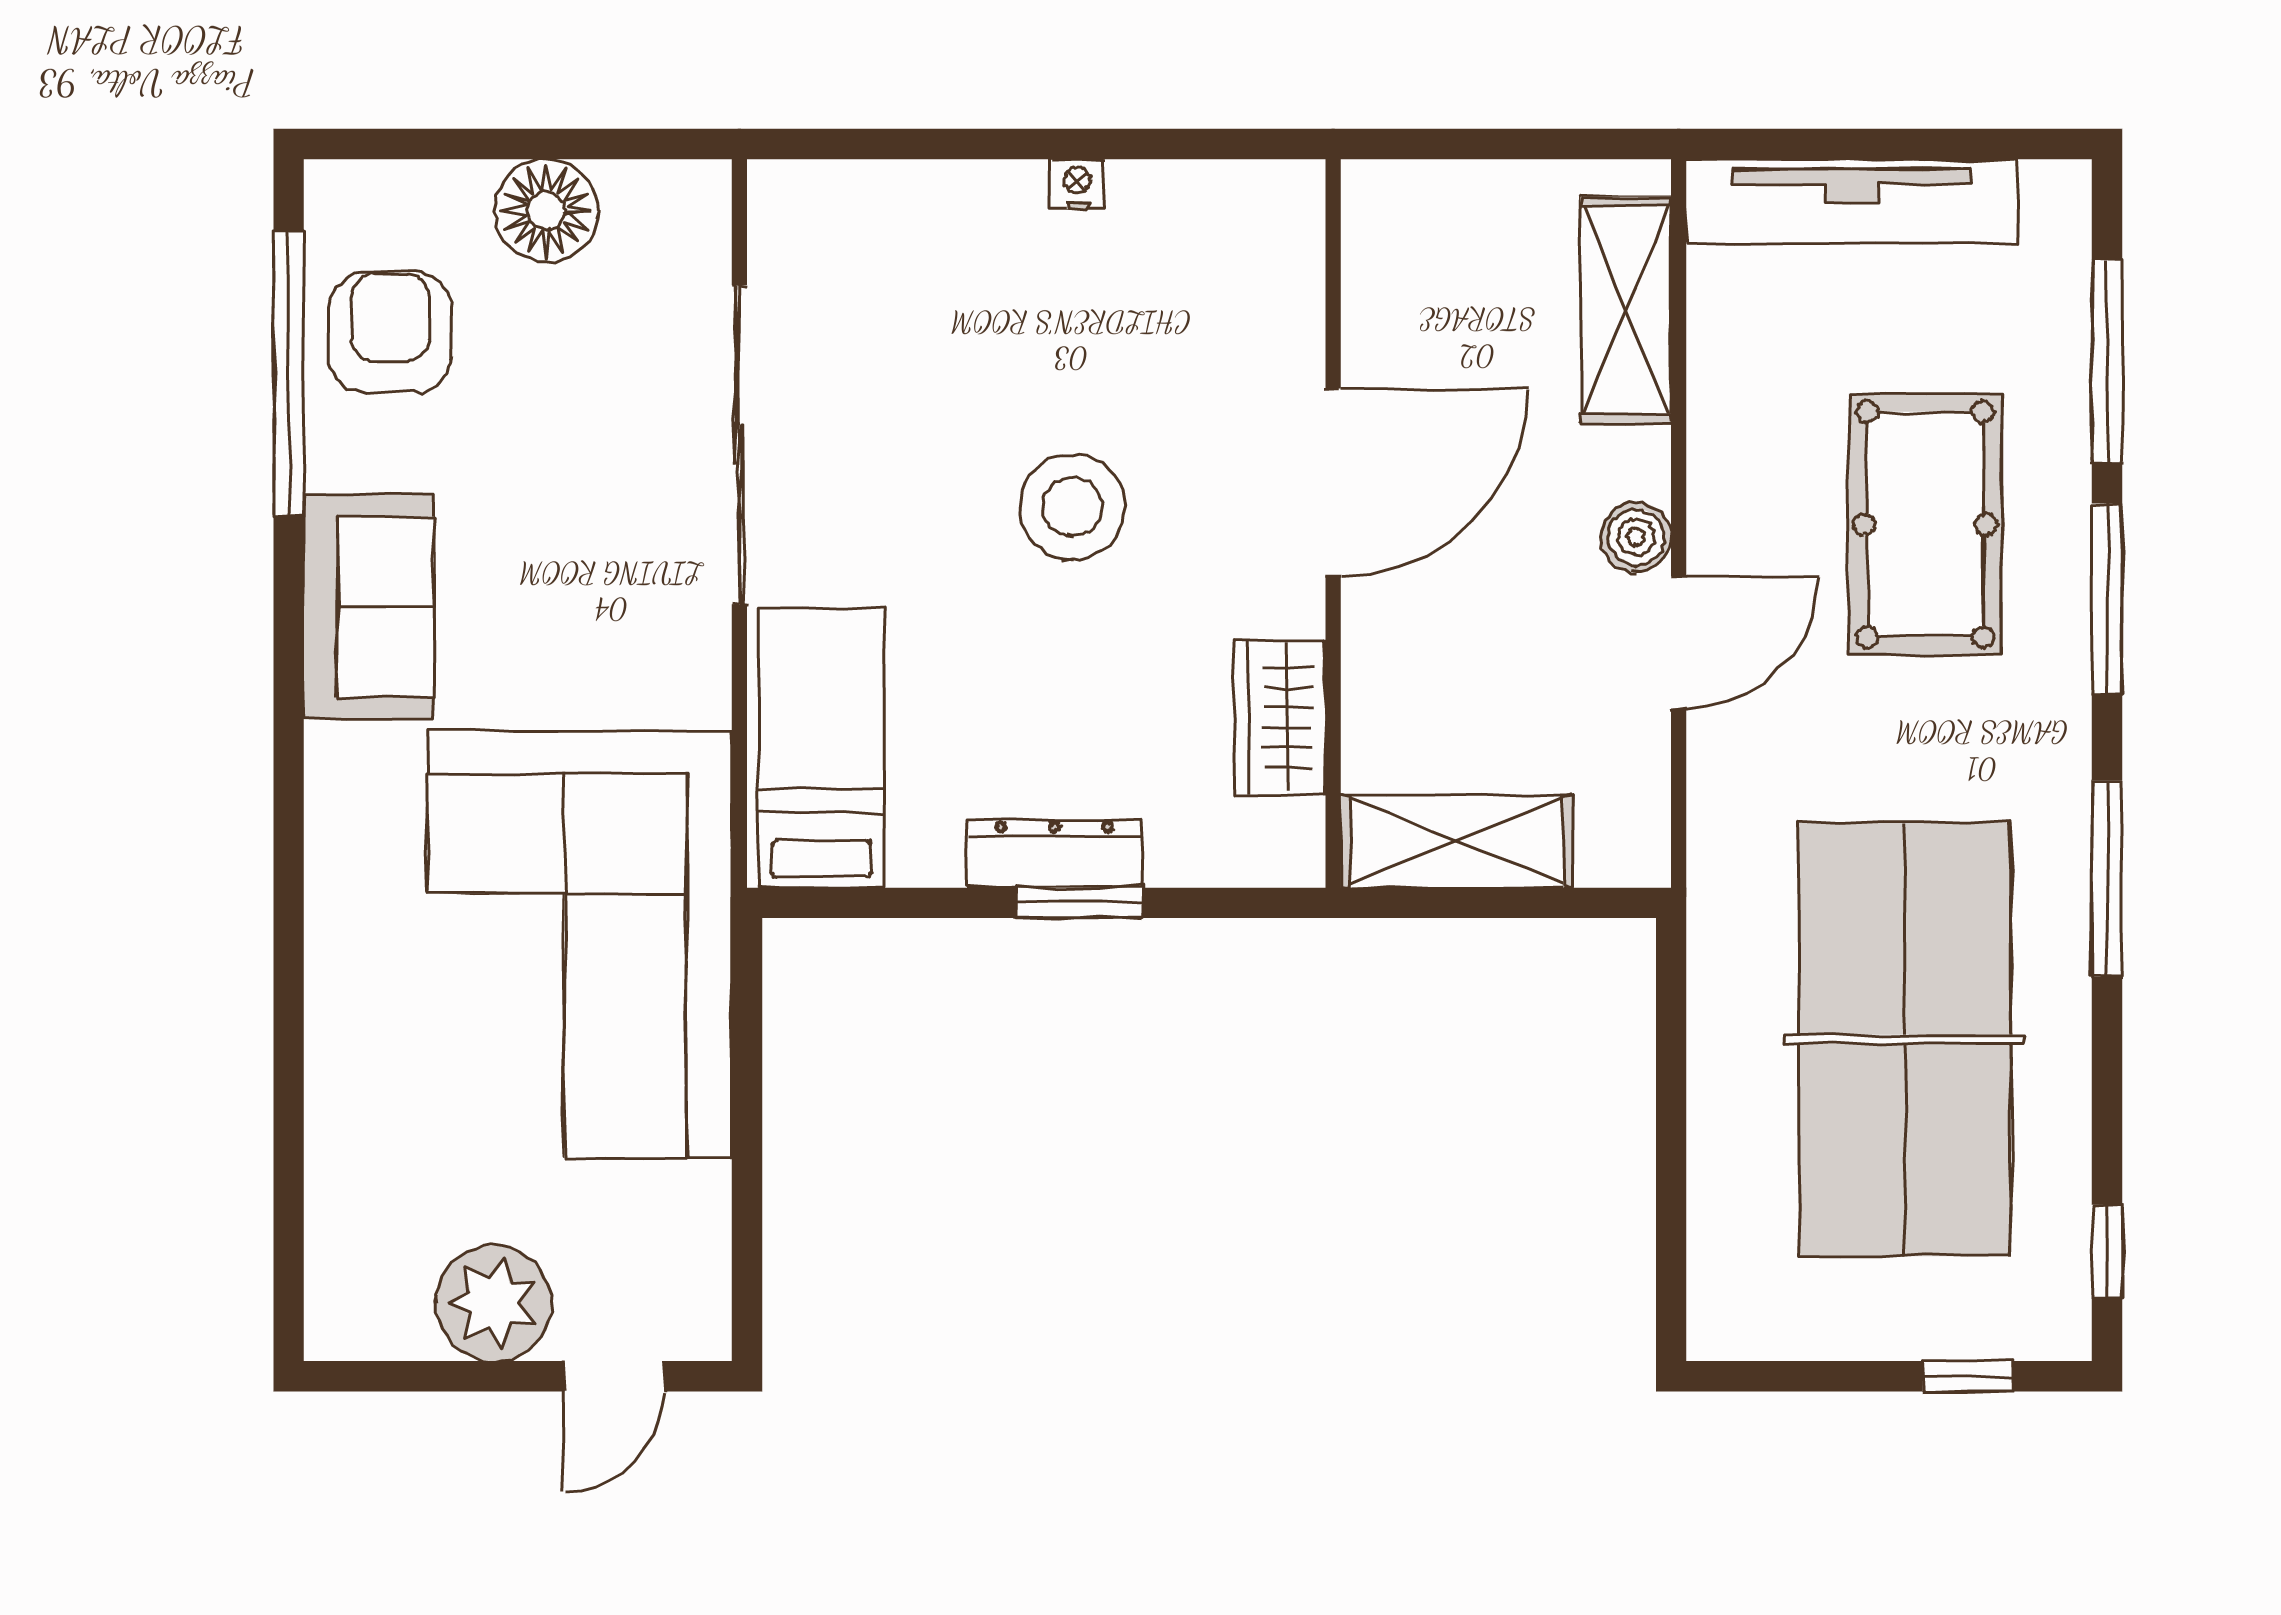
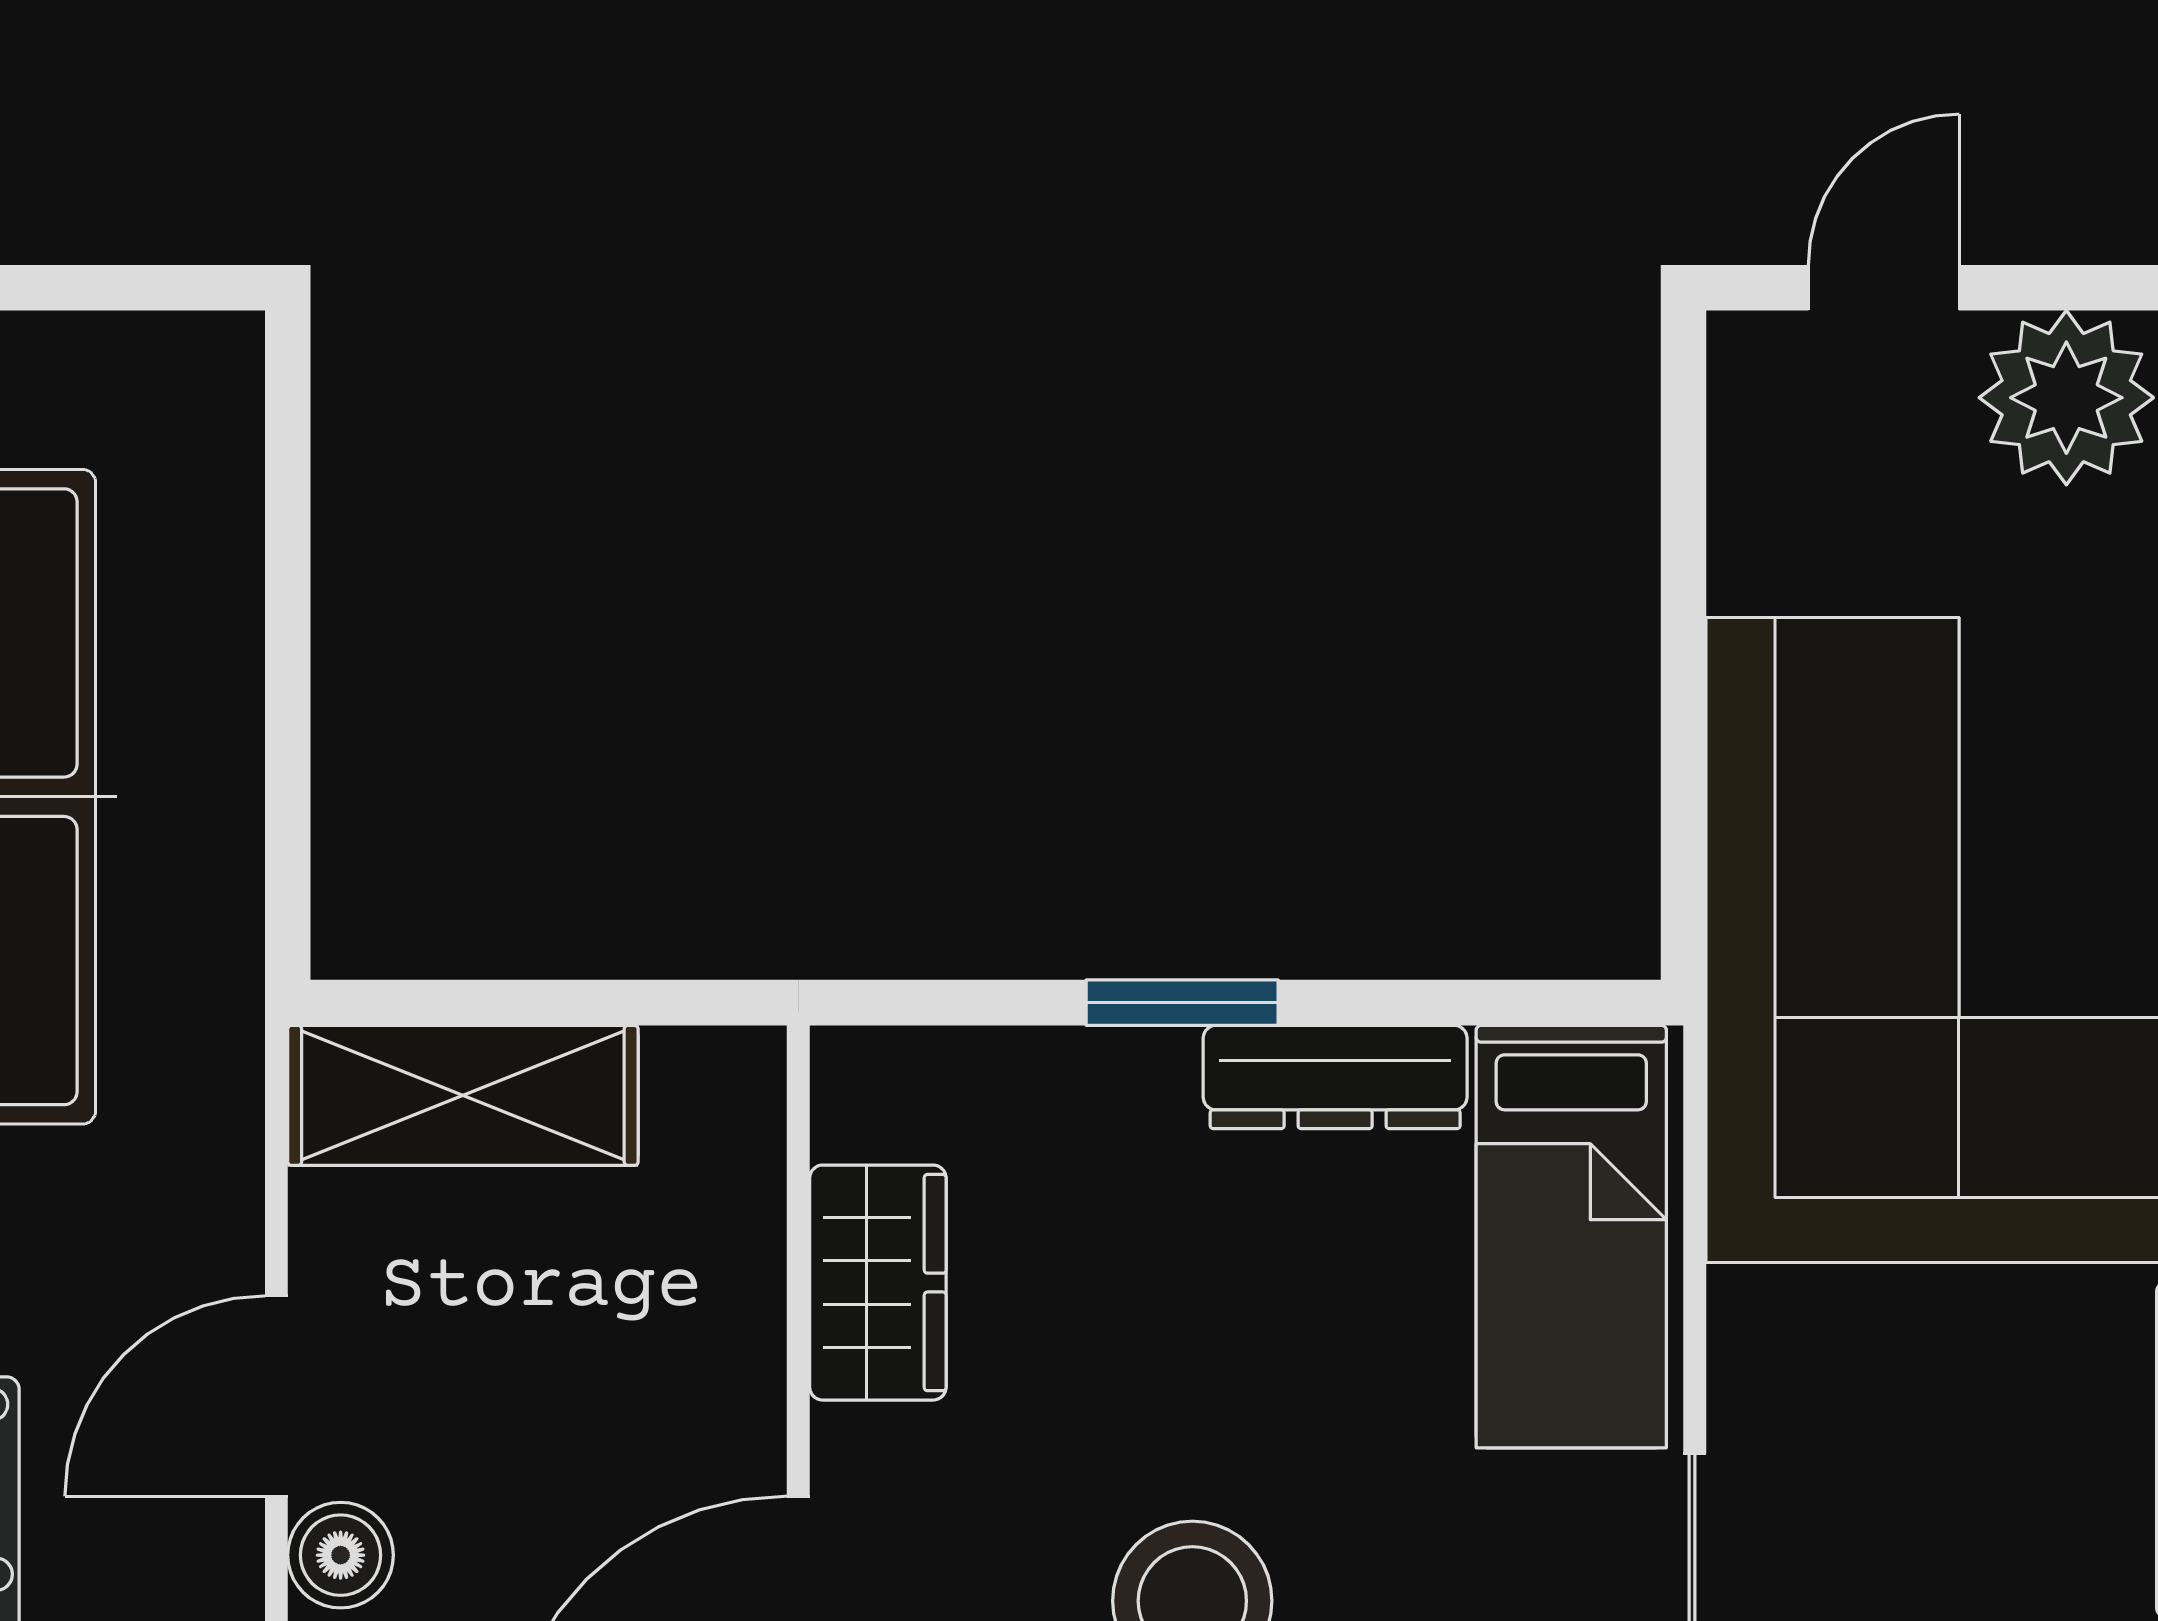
shelving: (1457, 841) -> (463, 1095), moved
dresser: (1054, 854) -> (1335, 1077), moved

